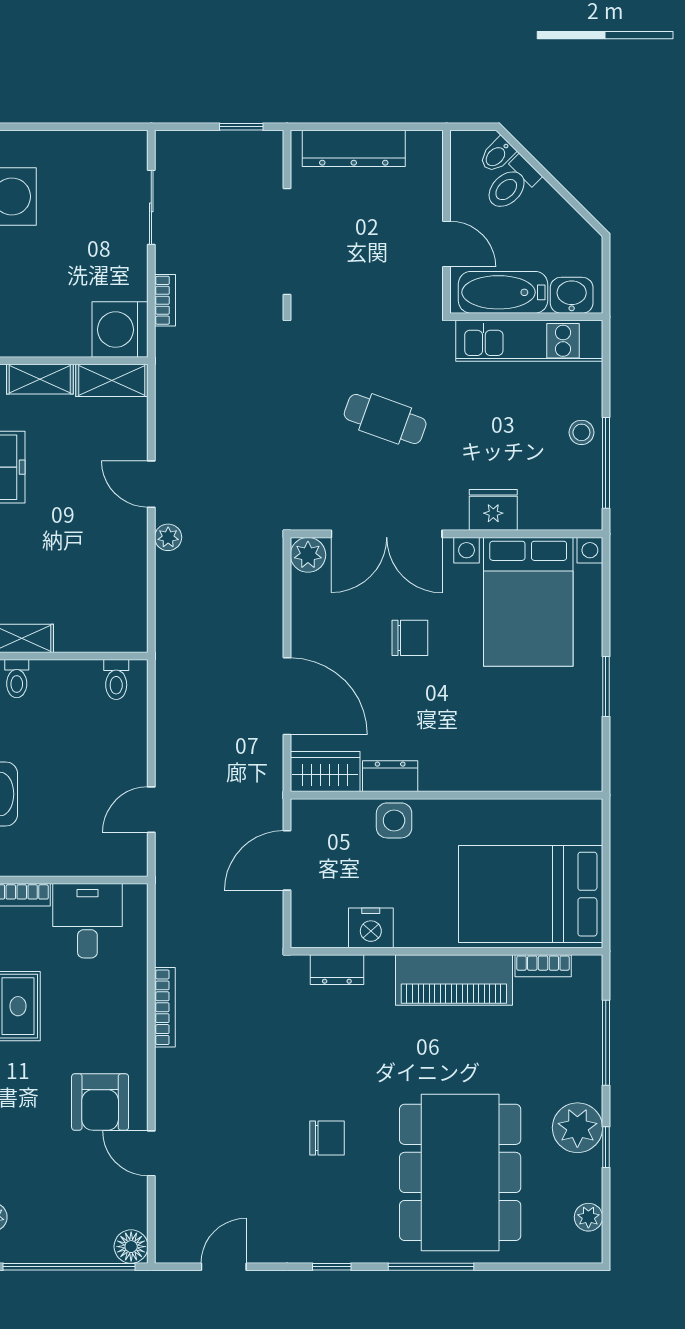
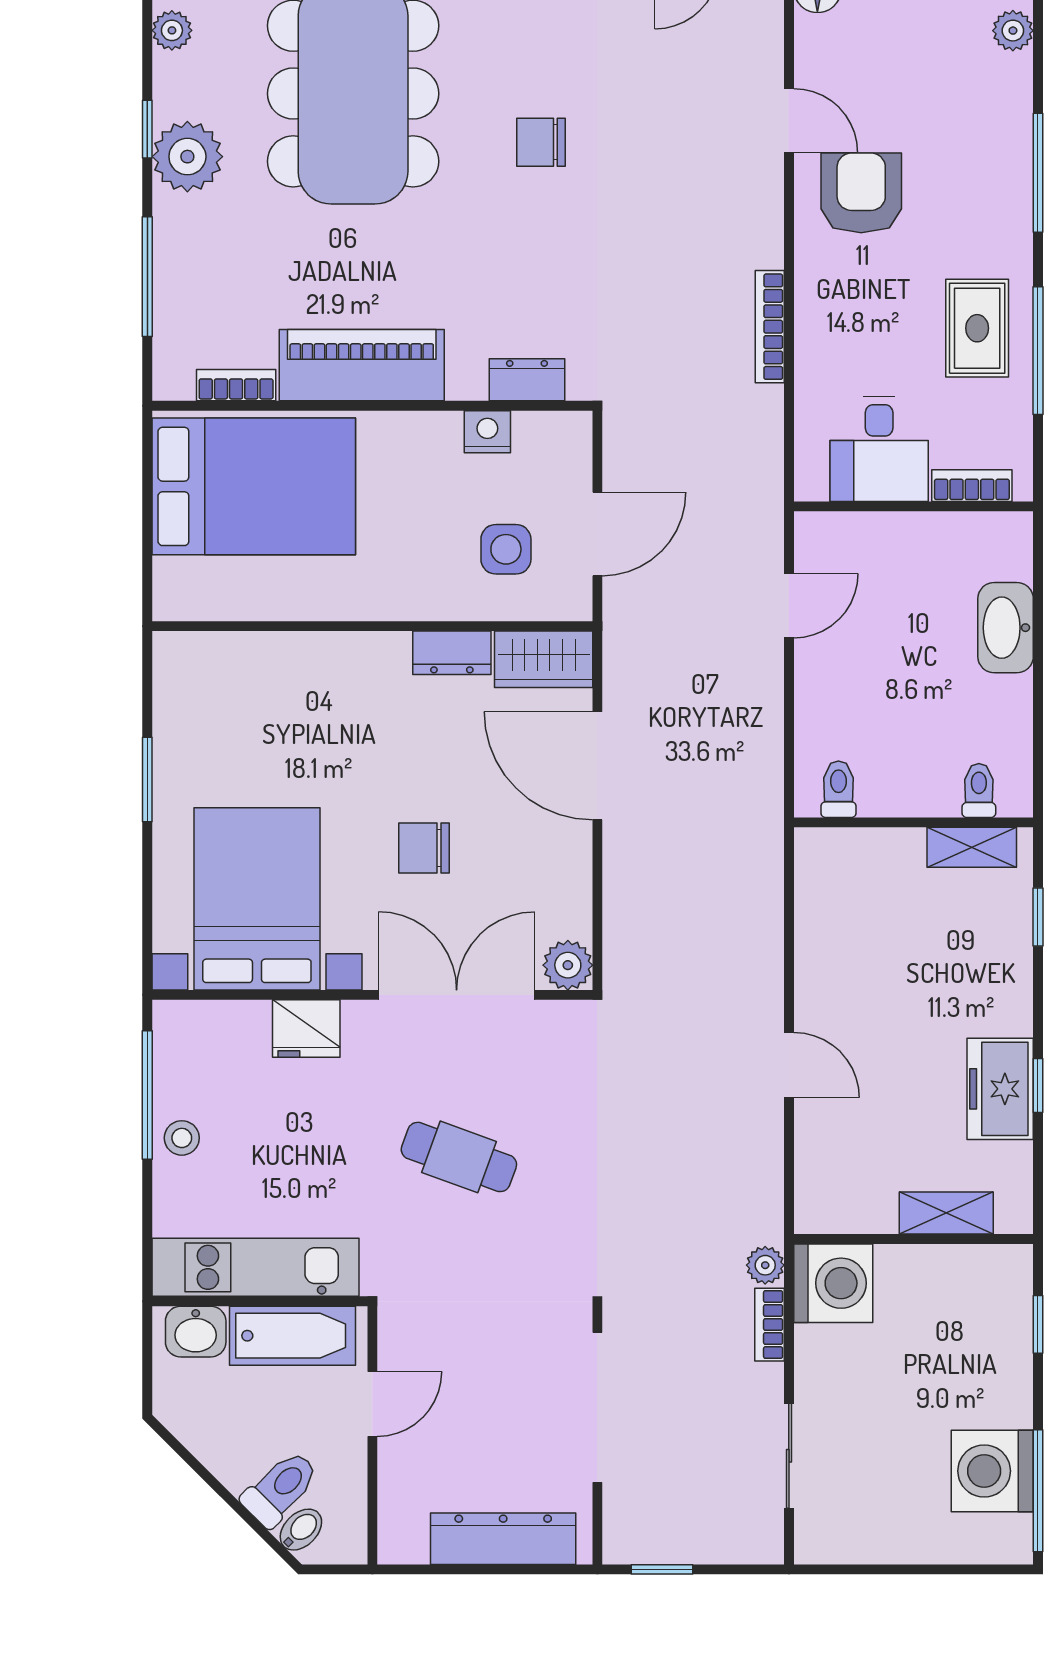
door: (446, 244) -> (372, 1404), swing flipped
shelving: (112, 380) -> (845, 1211), removed
plant: (168, 537) -> (765, 1265), moved
side table: (394, 820) -> (506, 549), moved
nightstand: (371, 928) -> (487, 432), width x0.74, depth x0.75

